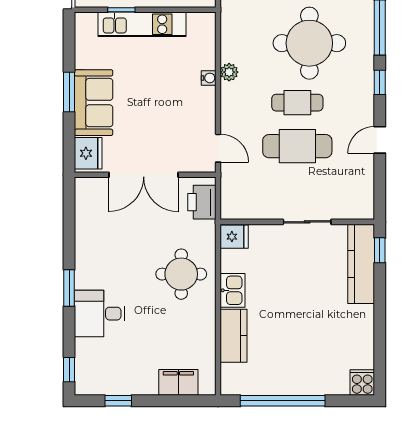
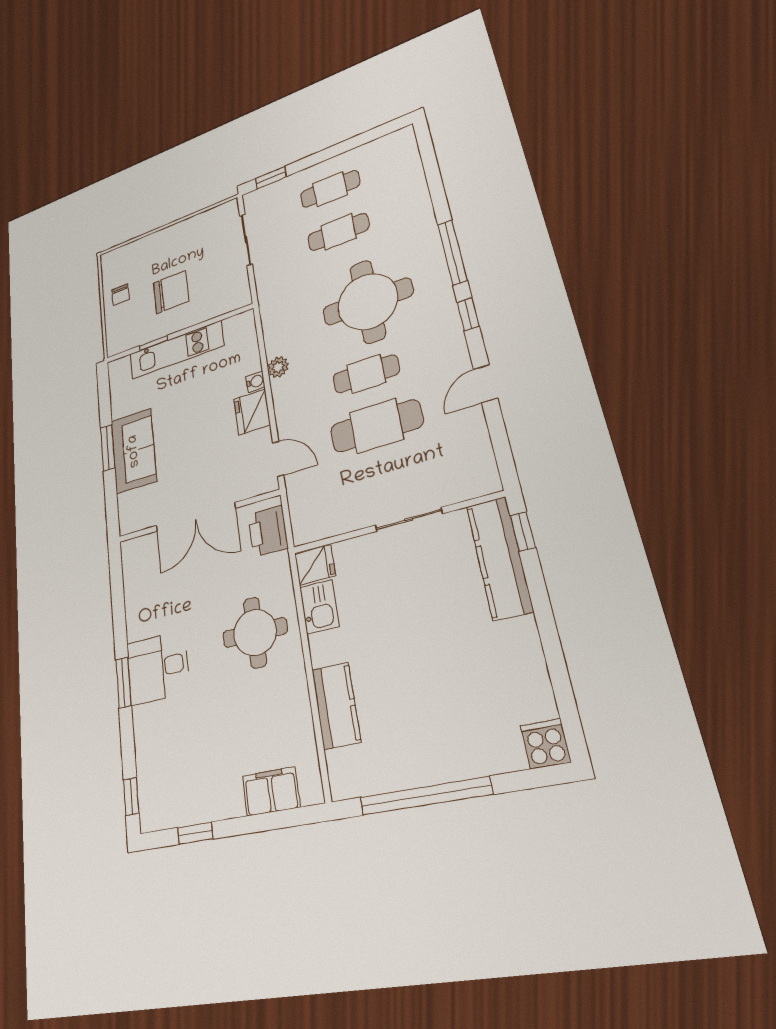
fridge: (88, 153) -> (252, 412), moved, turned 180
kitchen sink: (233, 290) -> (319, 607), moved
desk: (100, 314) -> (158, 668), moved

